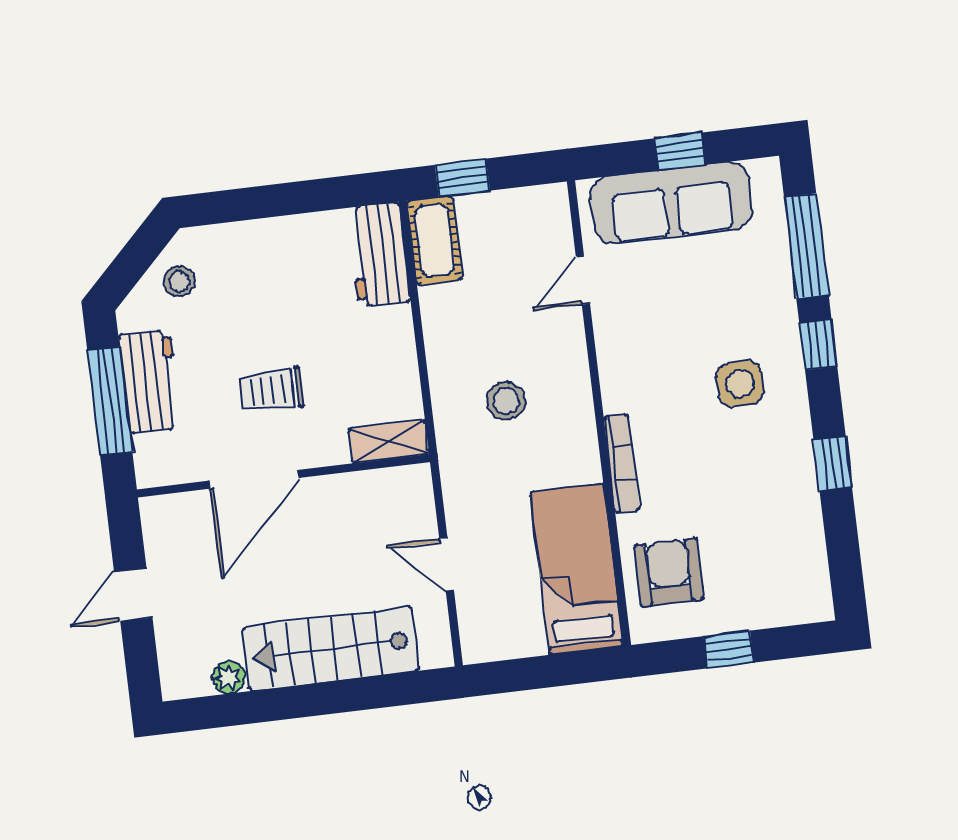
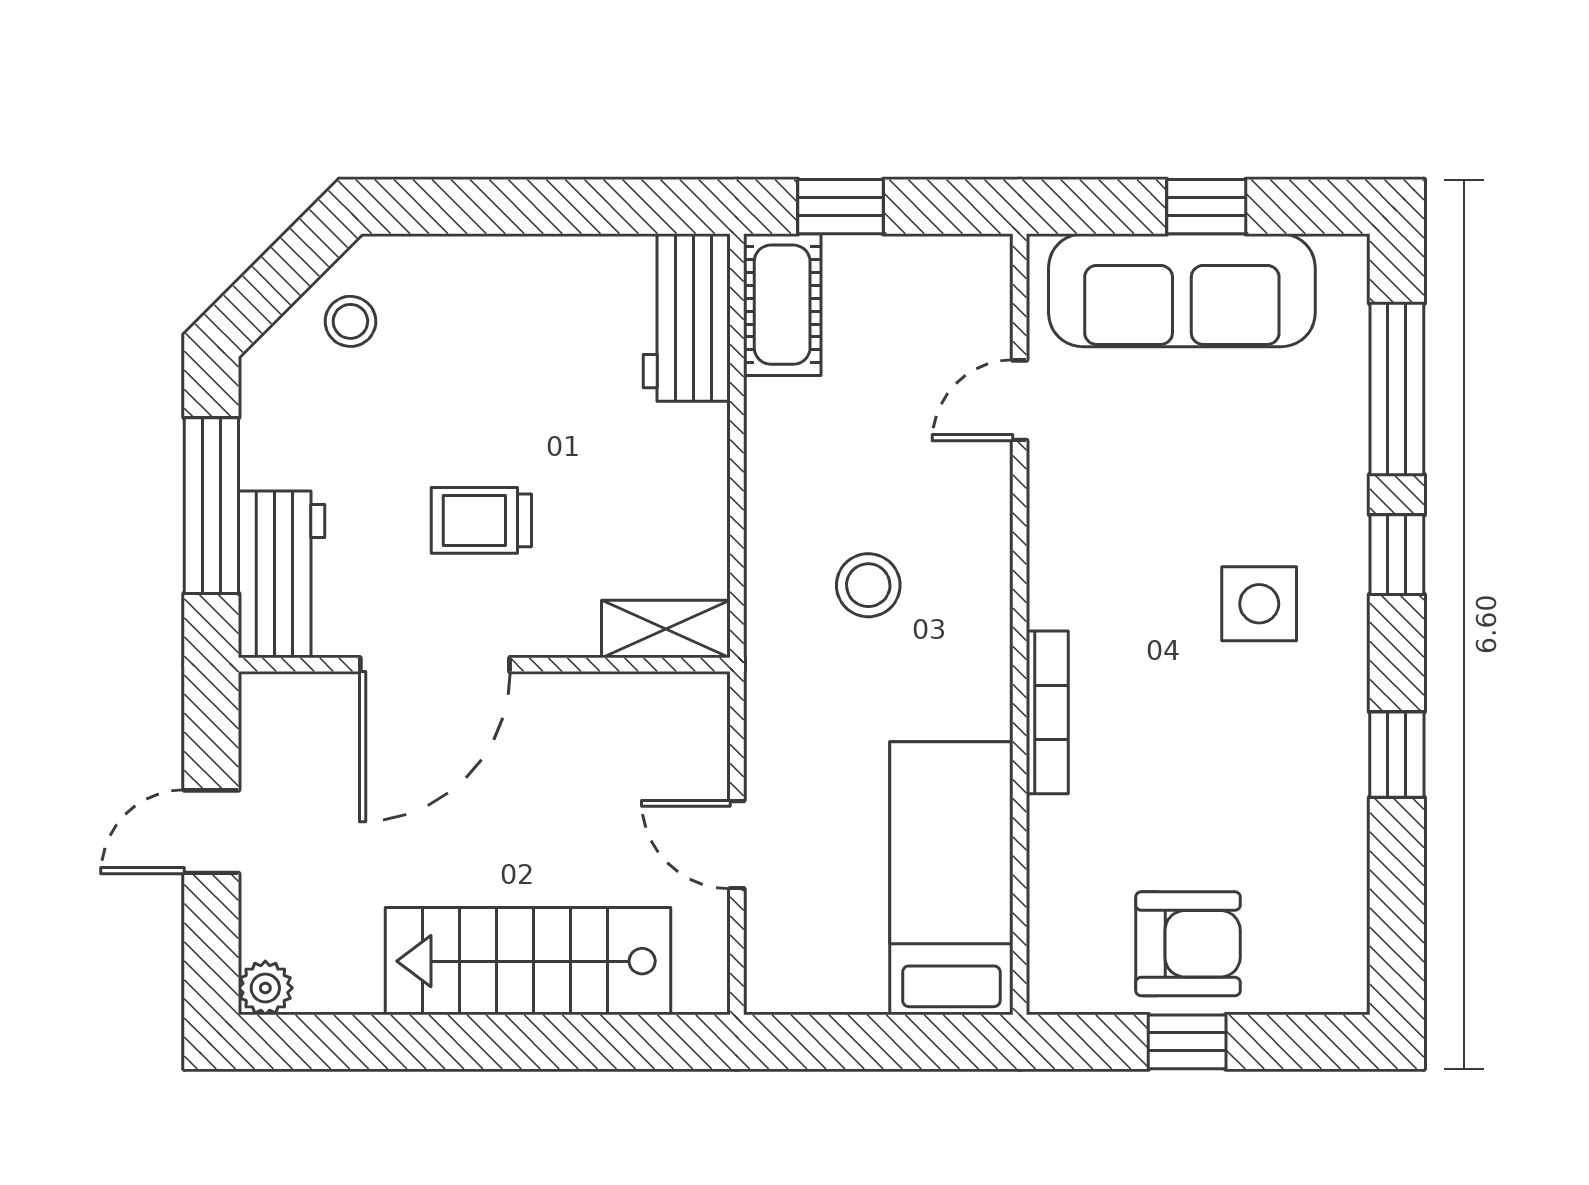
workbench: (150, 381) -> (281, 574), moved
armchair: (669, 572) -> (1188, 944), moved, turned 90
plant: (229, 677) -> (265, 988), moved

